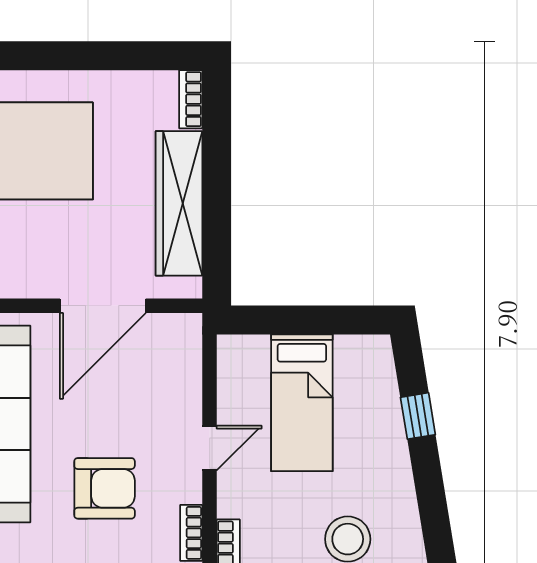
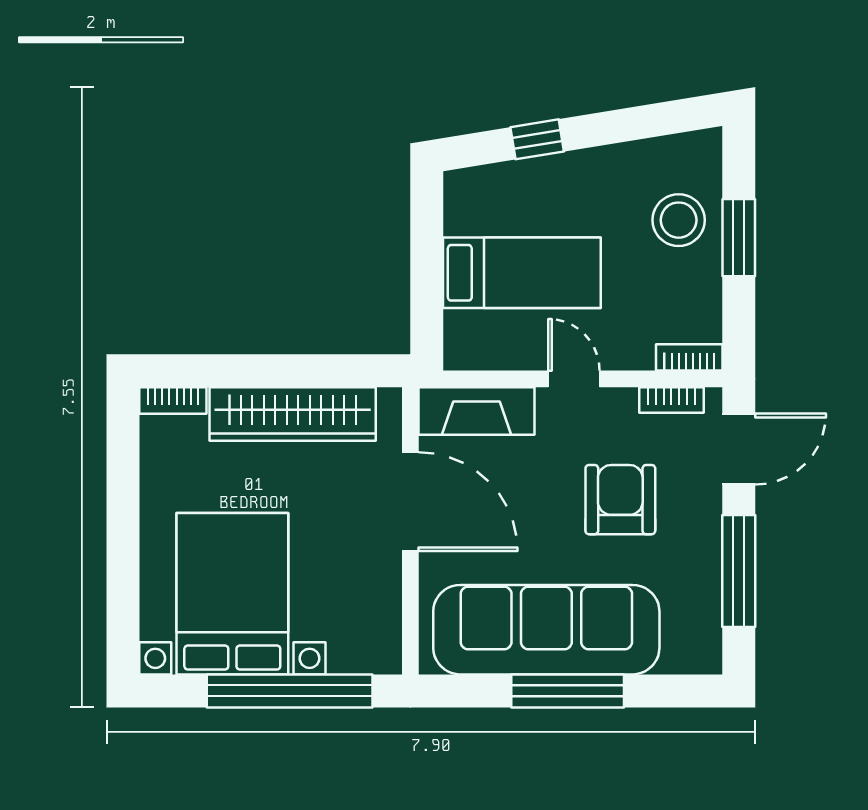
fireplace: (182, 363) -> (476, 411), added

